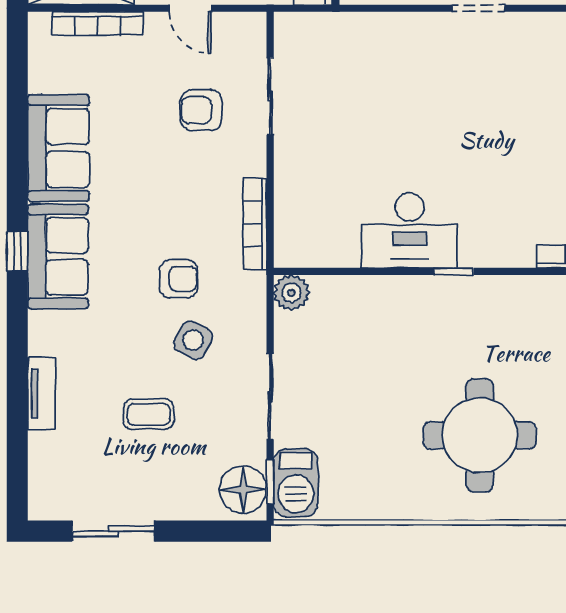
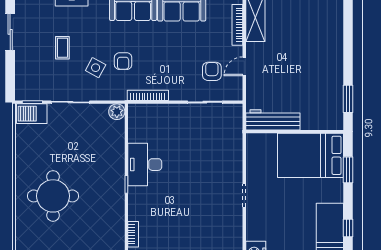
armchair: (201, 110) -> (212, 71), moved
floor lamp: (243, 489) -> (29, 90), removed

